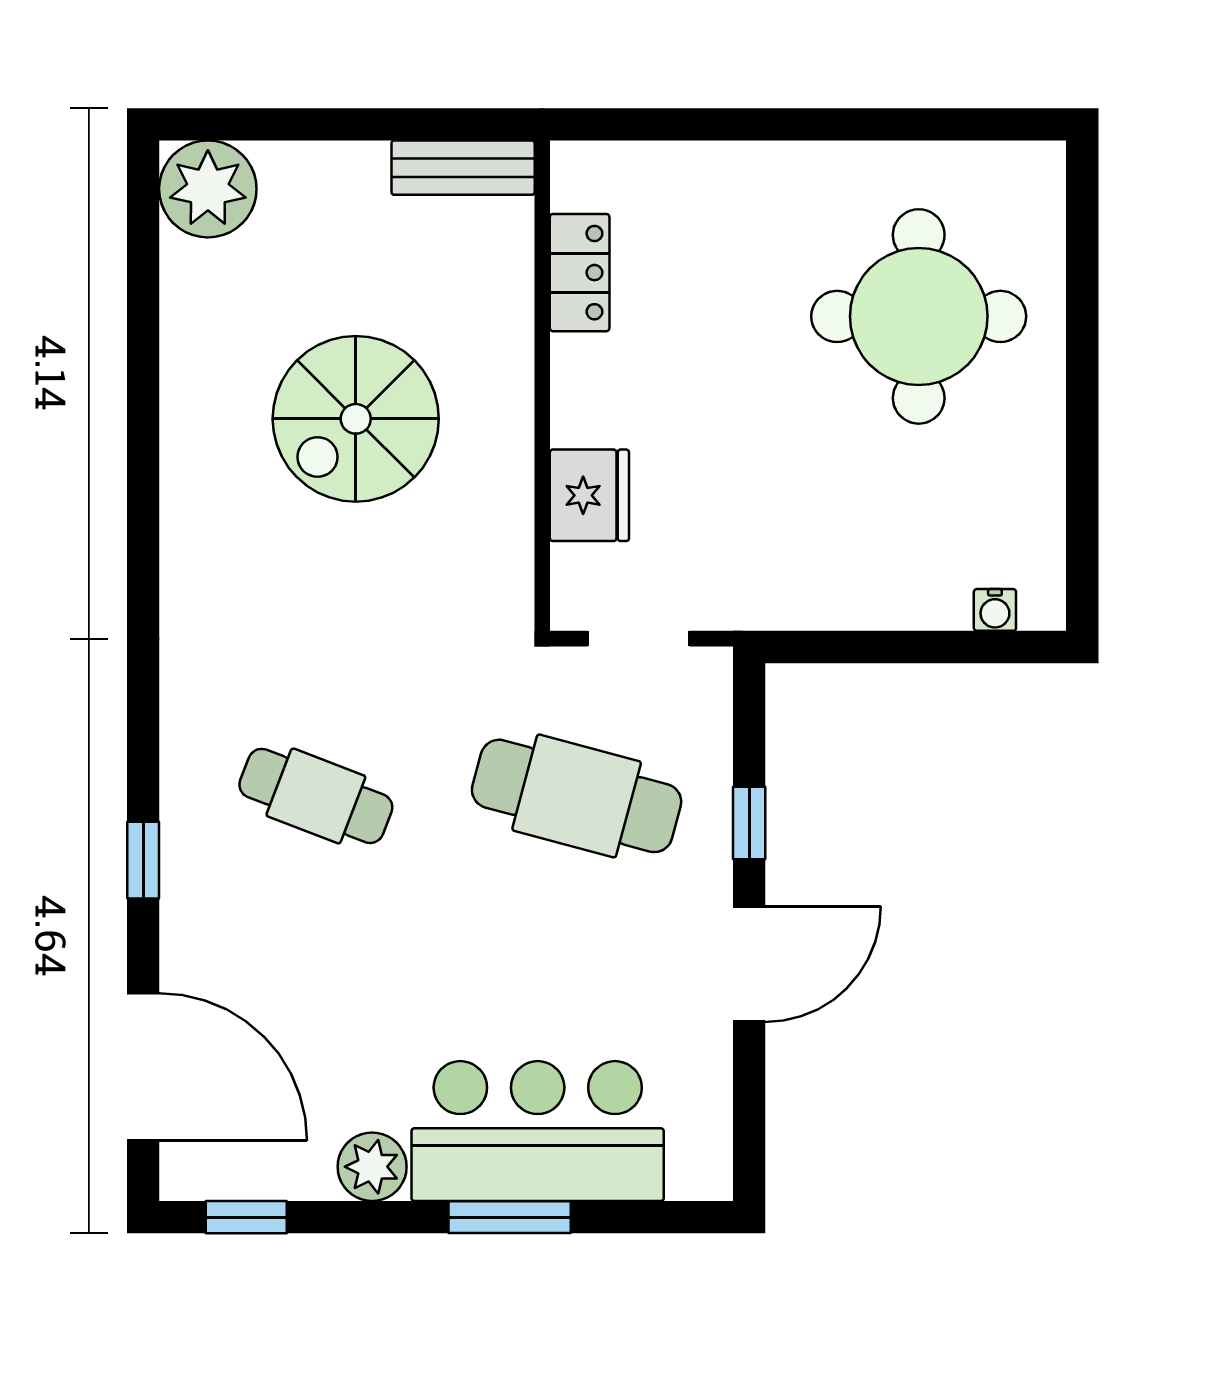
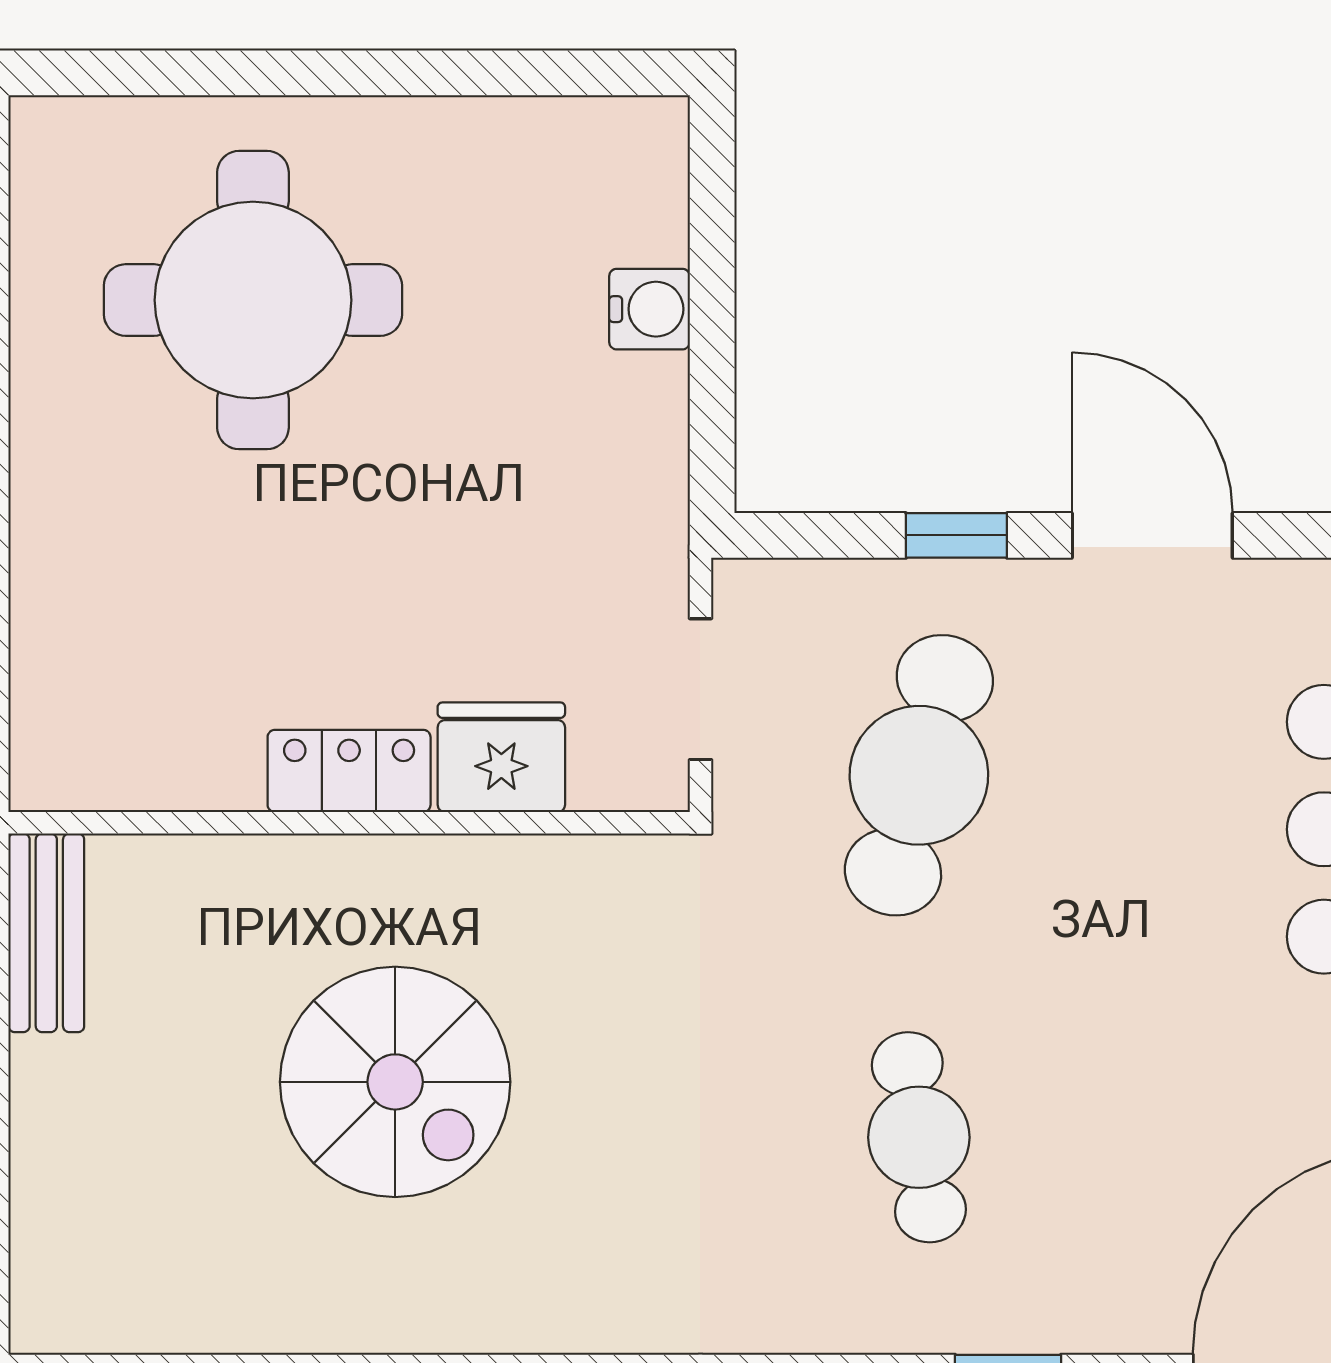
plant: (208, 189) -> (76, 1287), removed
locker: (580, 273) -> (349, 771), moved
water cooler: (995, 610) -> (649, 309), moved, width x1.38, depth x1.38
cafe table: (316, 796) -> (919, 1137), turned -30

